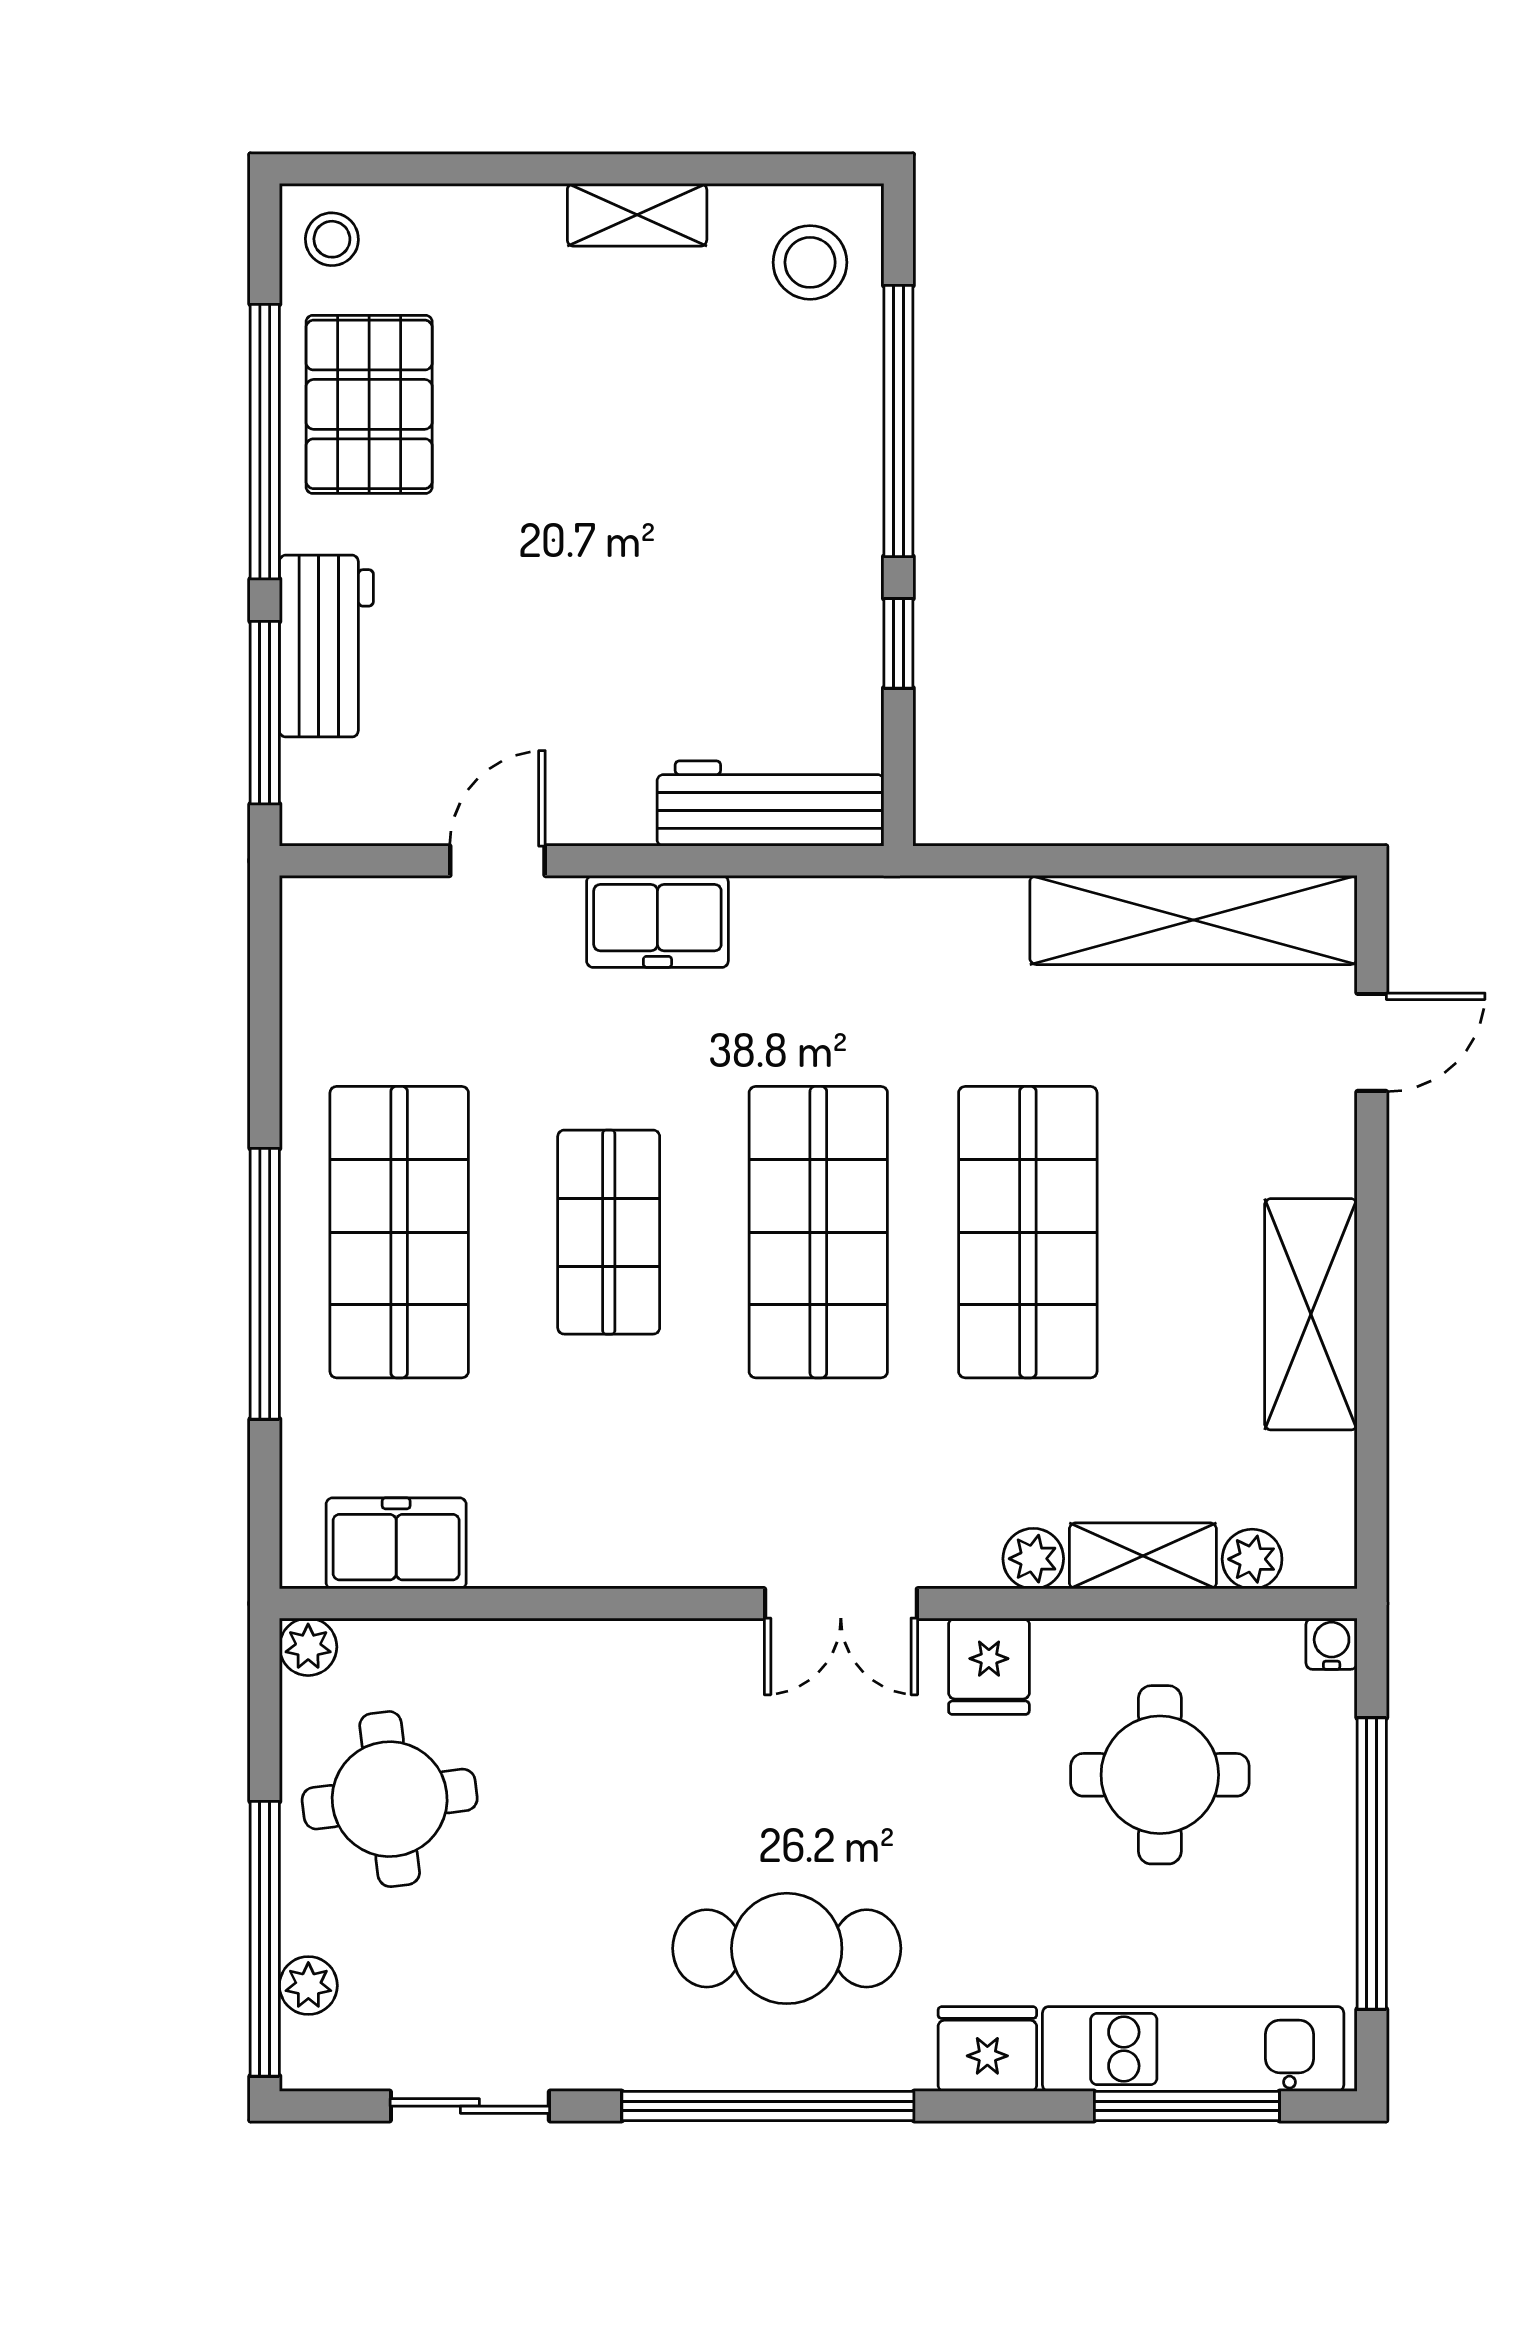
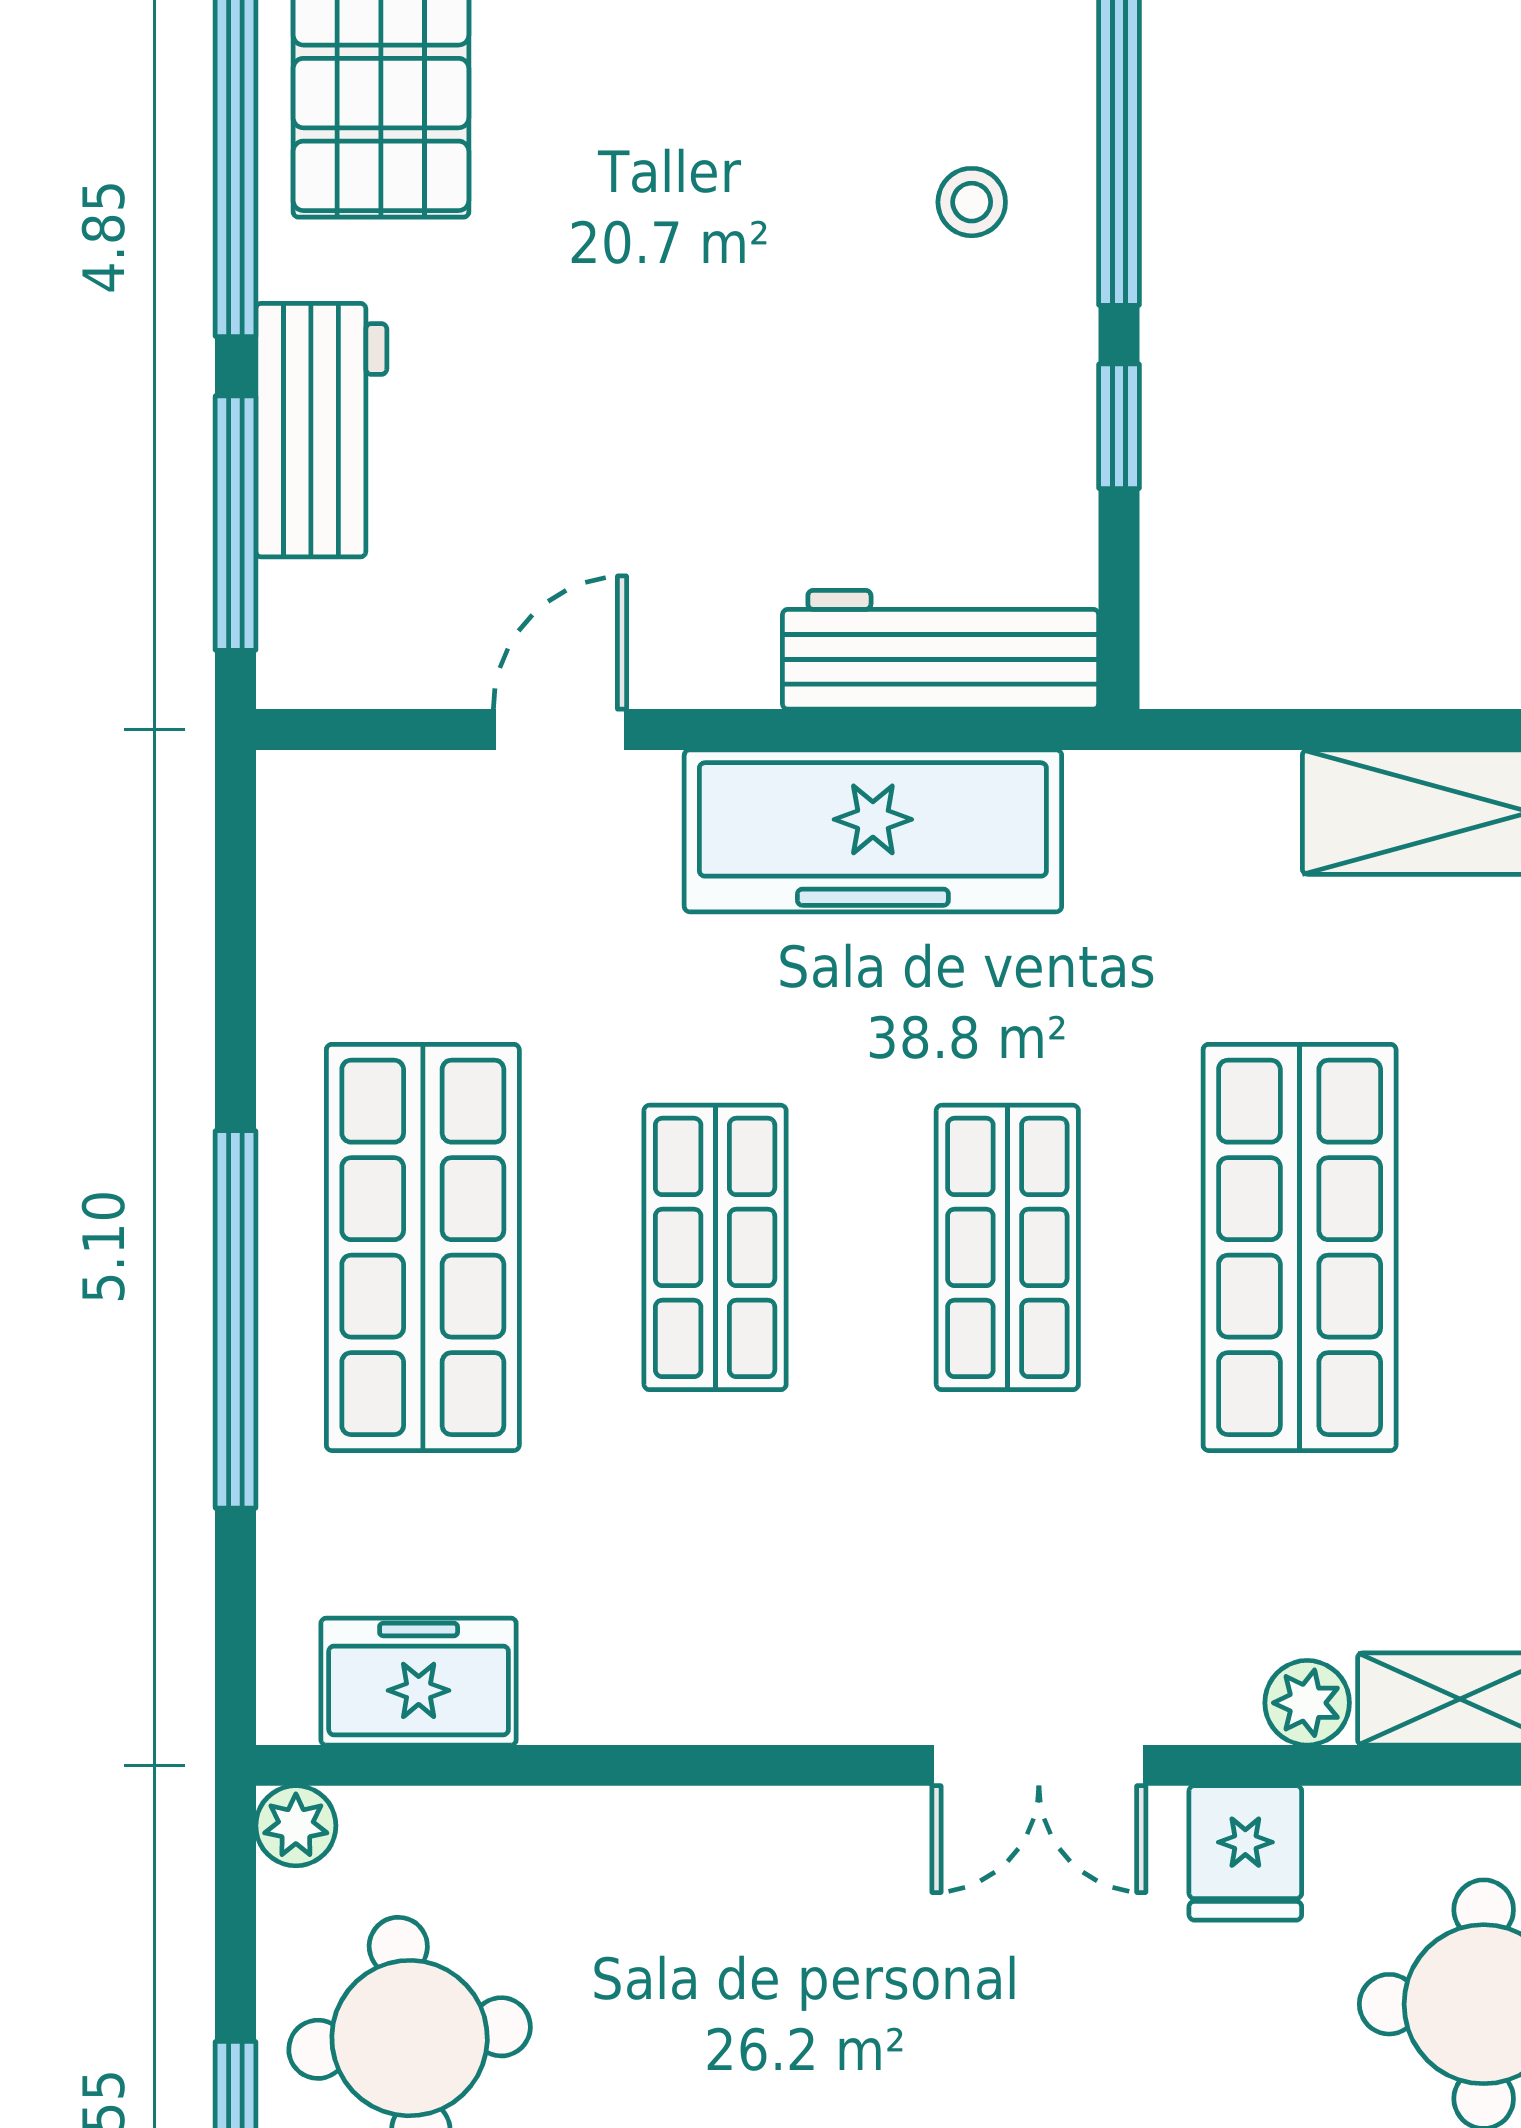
stool: (793, 483) -> (972, 202), added
freezer: (657, 921) -> (873, 831), width x1.91, depth x1.26
shop shelf: (818, 1232) -> (1007, 1247), width x0.70, depth x0.74

